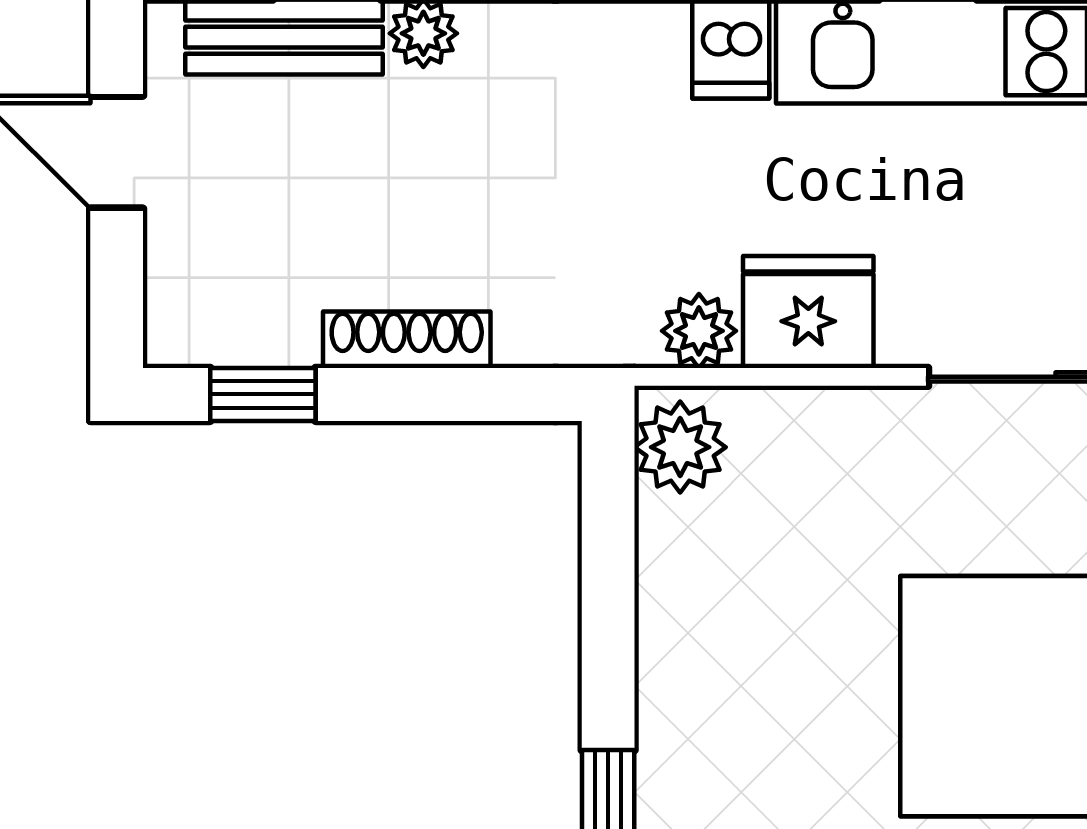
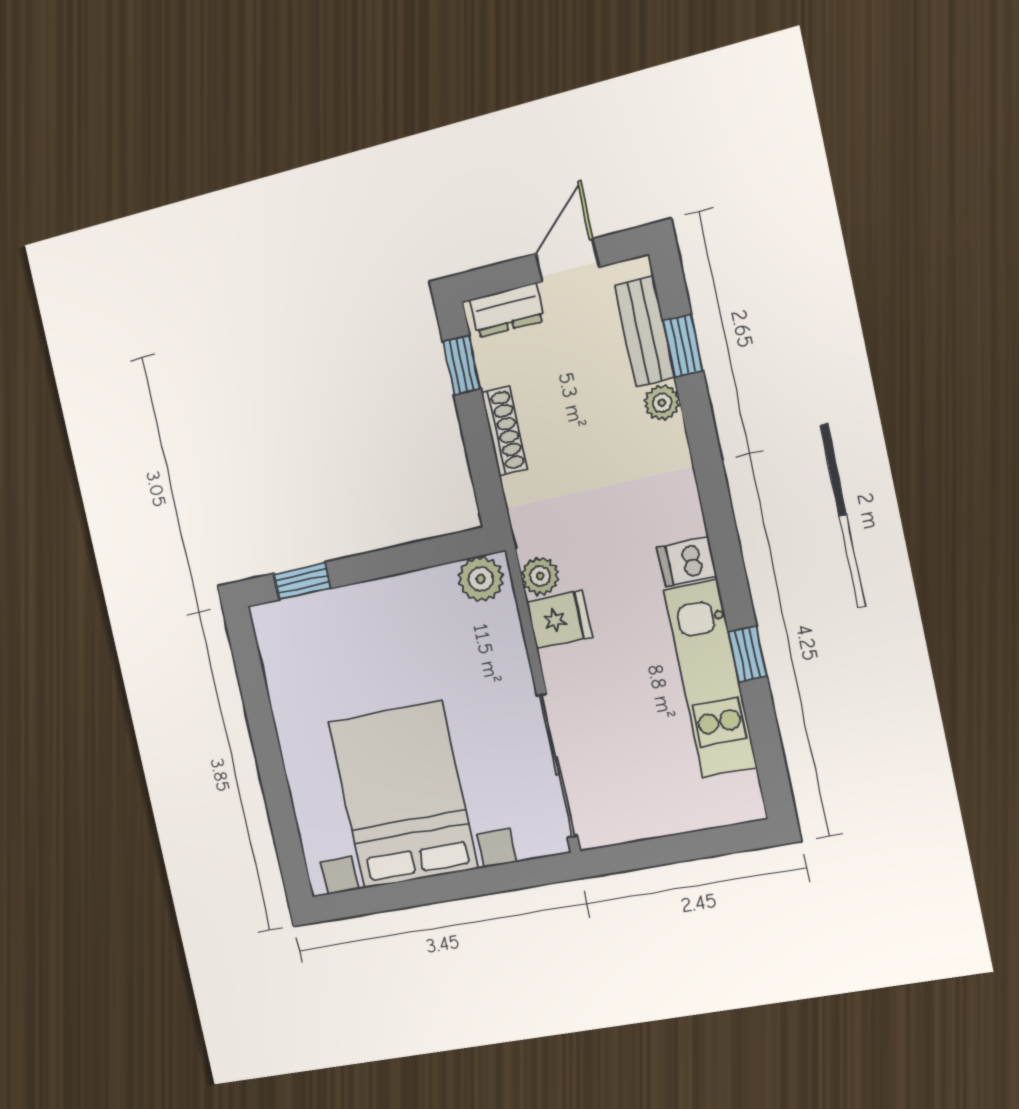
dresser: (180, 285) -> (507, 310), added
fridge: (808, 312) -> (559, 619), width x0.72

